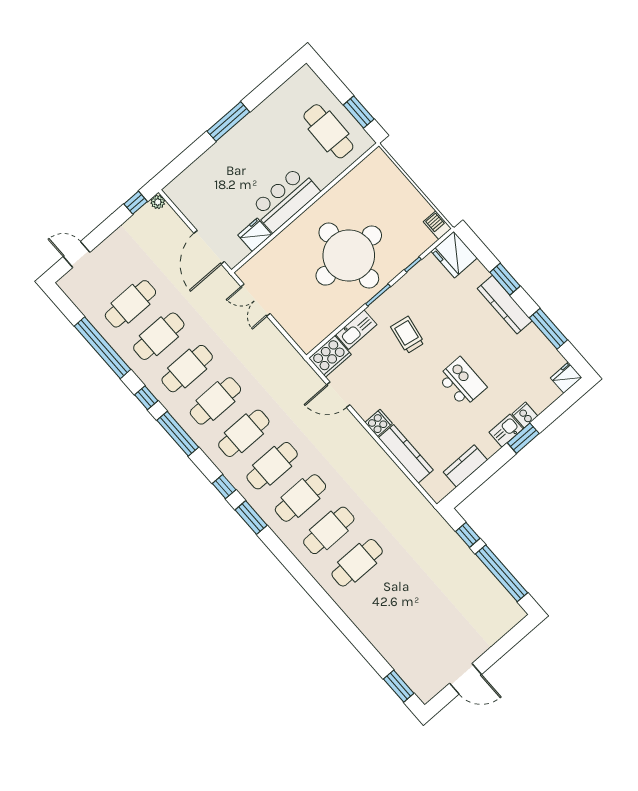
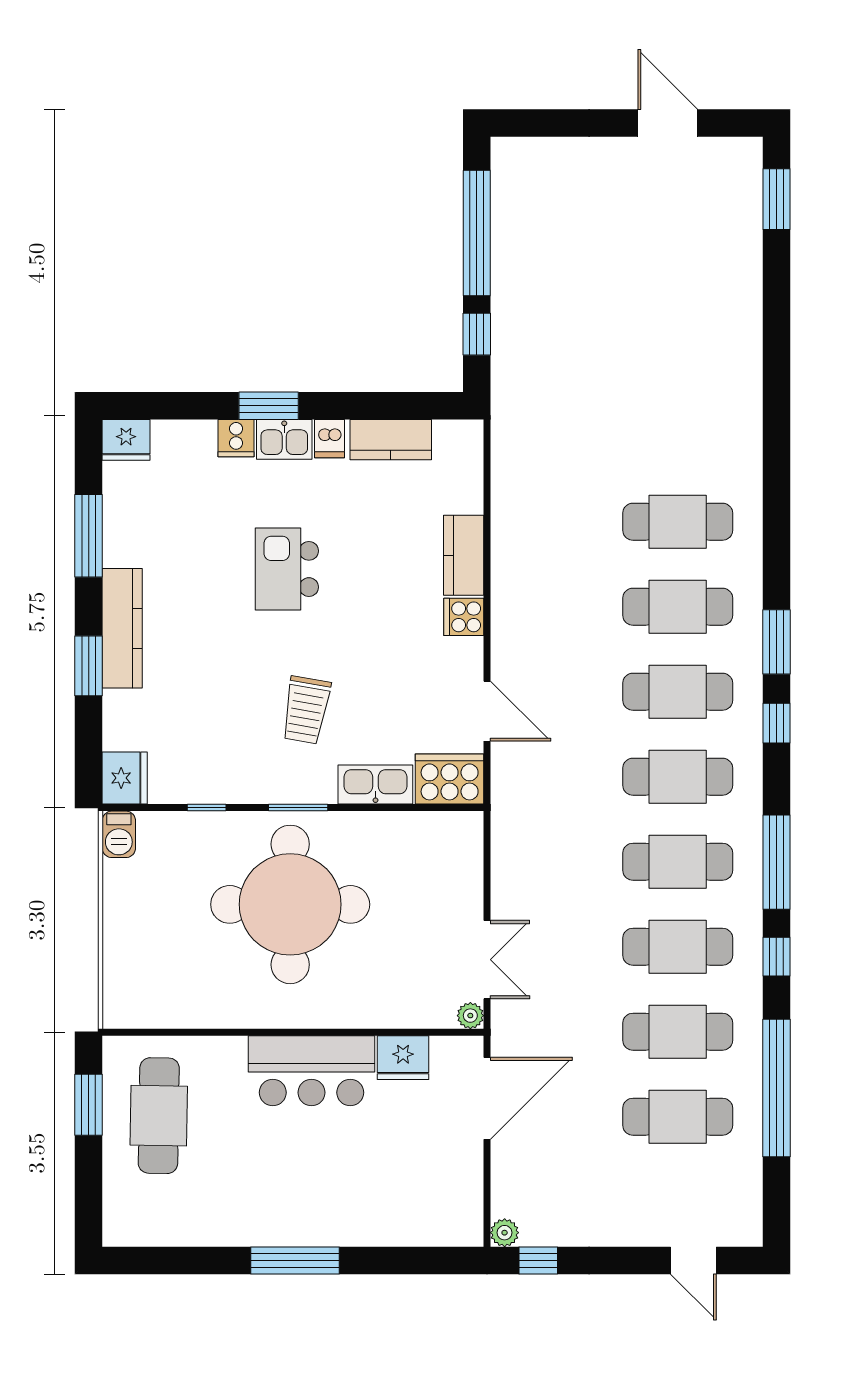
fridge: (454, 255) -> (125, 778), width x0.73, depth x0.75
plant: (243, 273) -> (470, 1016), added
dishwasher: (489, 446) -> (330, 439), added
kitchen counter: (406, 454) -> (464, 555), width x0.67
cafe table: (357, 563) -> (678, 437), removed

